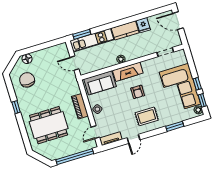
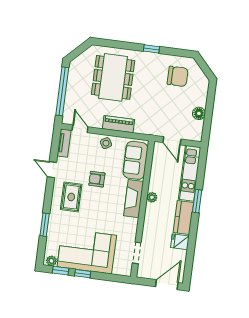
window: (82, 34) -> (197, 201), moved
floor lamp: (27, 59) -> (199, 113), moved
door: (74, 63) -> (172, 141), swing flipped
armchair: (138, 92) -> (97, 179), moved

